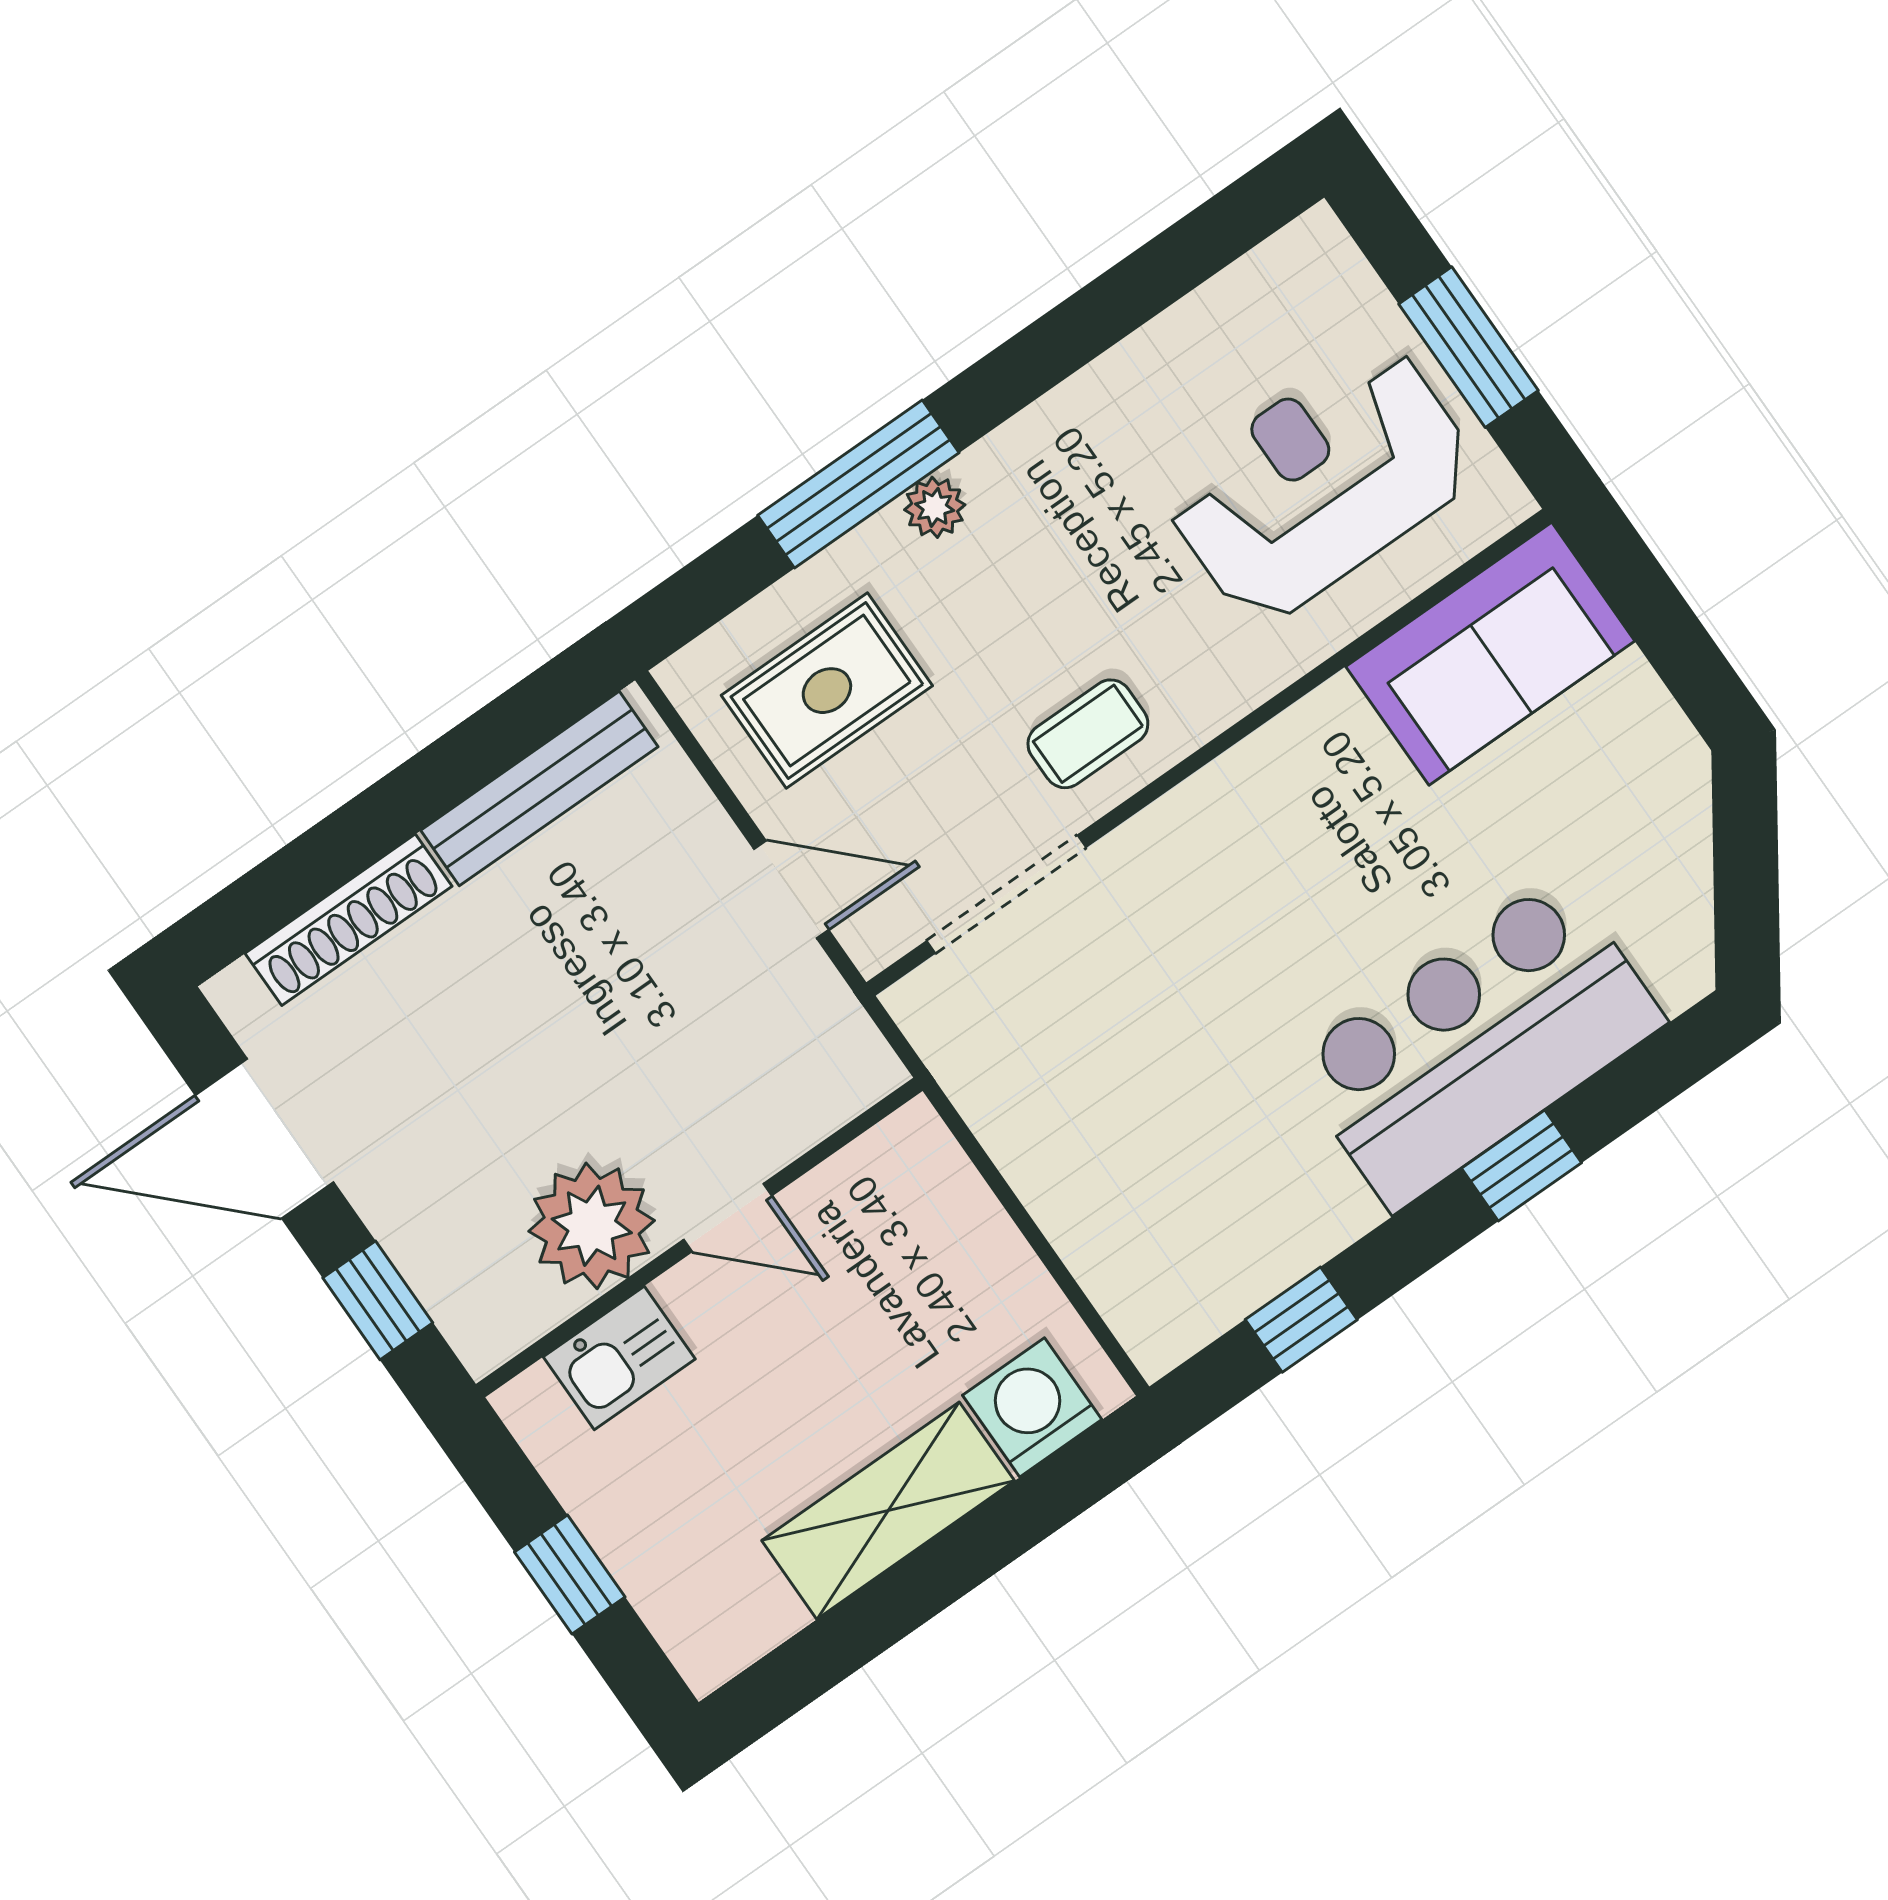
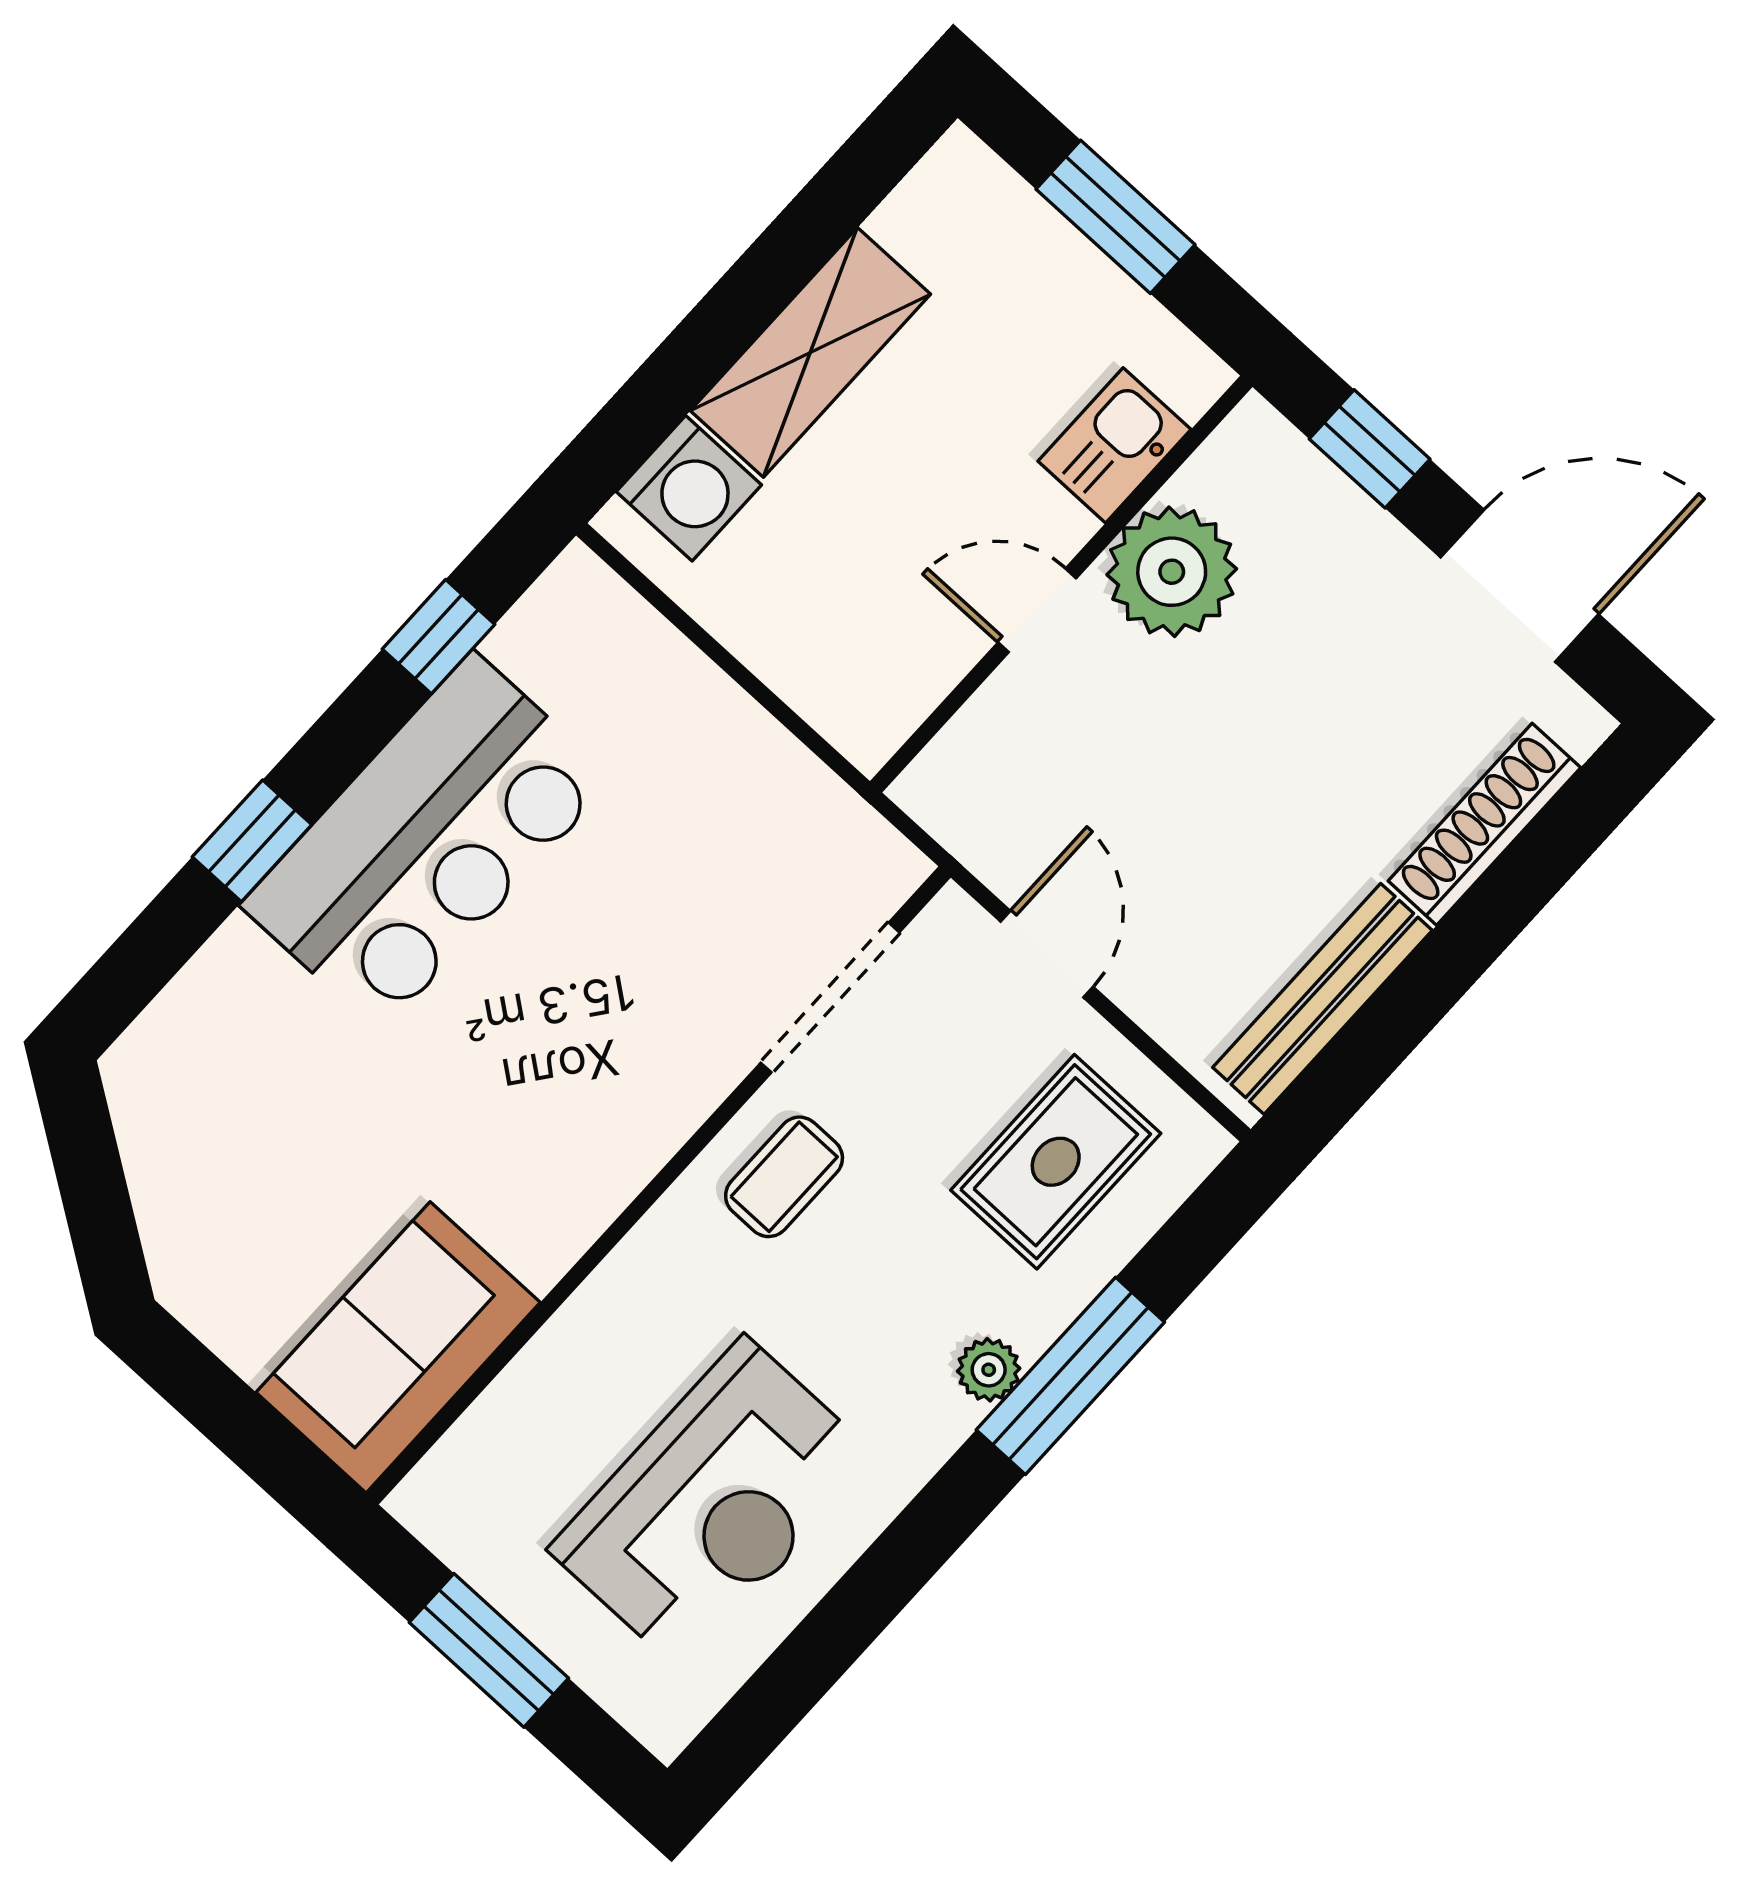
reception desk: (1320, 482) -> (713, 1503), moved
door: (791, 889) -> (1047, 954), swing flipped
bar counter: (1477, 1042) -> (427, 842), moved
window: (570, 1574) -> (1115, 217), width x1.50

